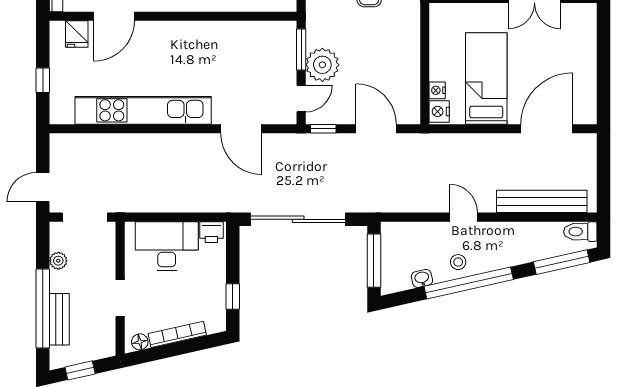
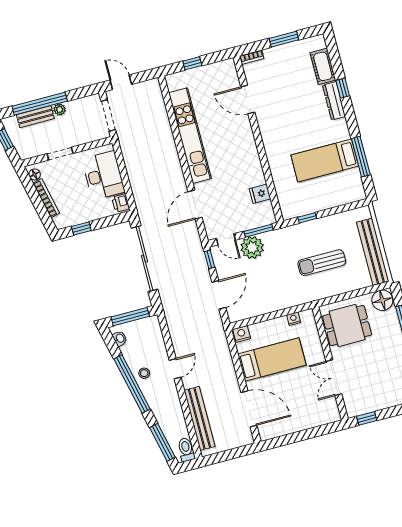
fridge: (77, 34) -> (260, 194), moved
nightstand: (437, 90) -> (294, 319), moved
plant: (58, 261) -> (60, 109), moved
washbasin: (422, 278) -> (120, 338), moved

